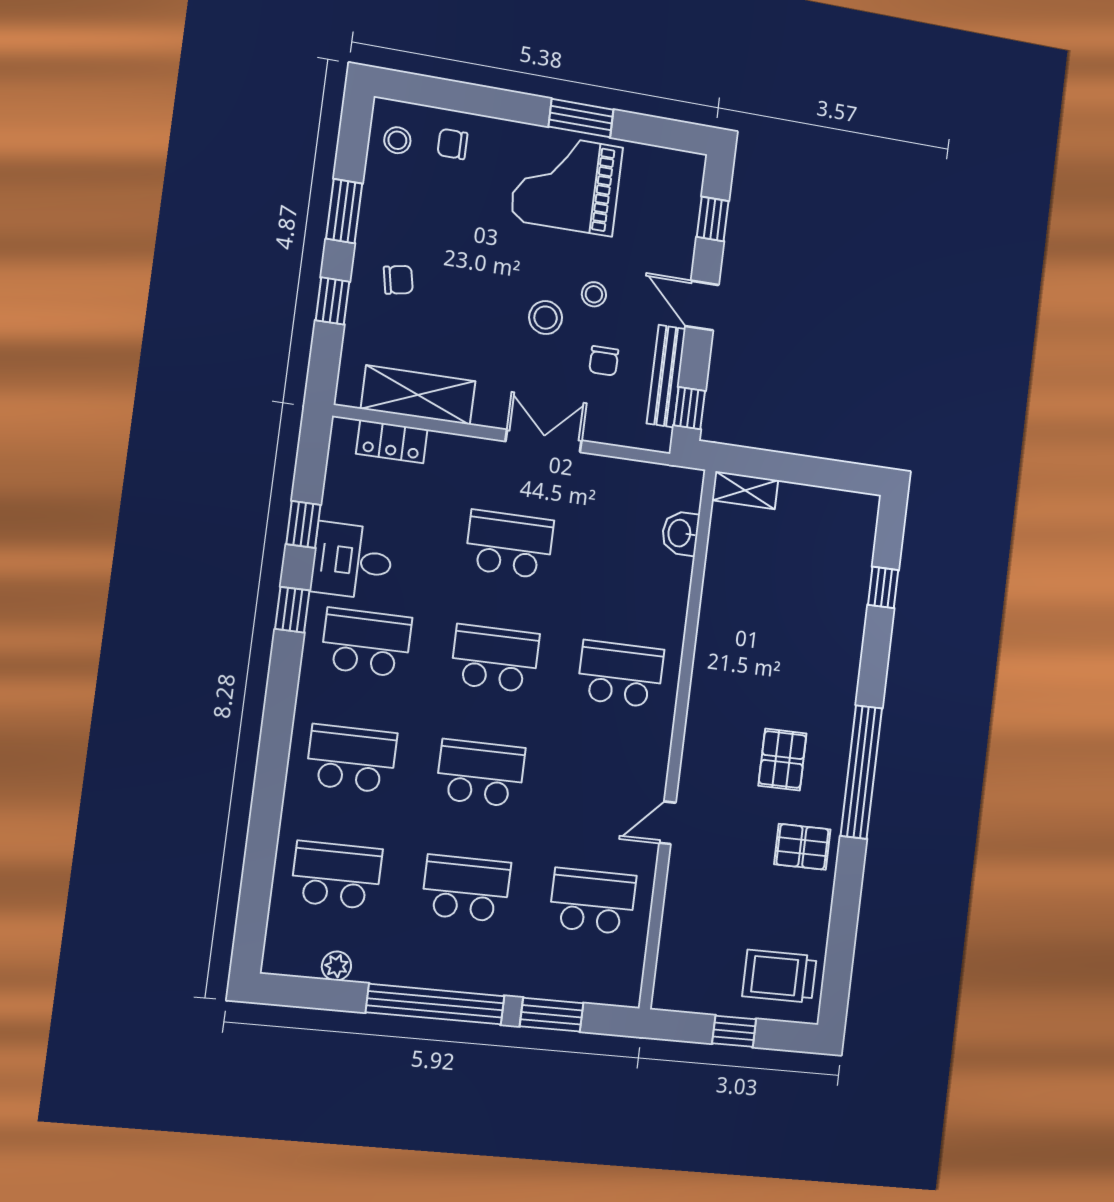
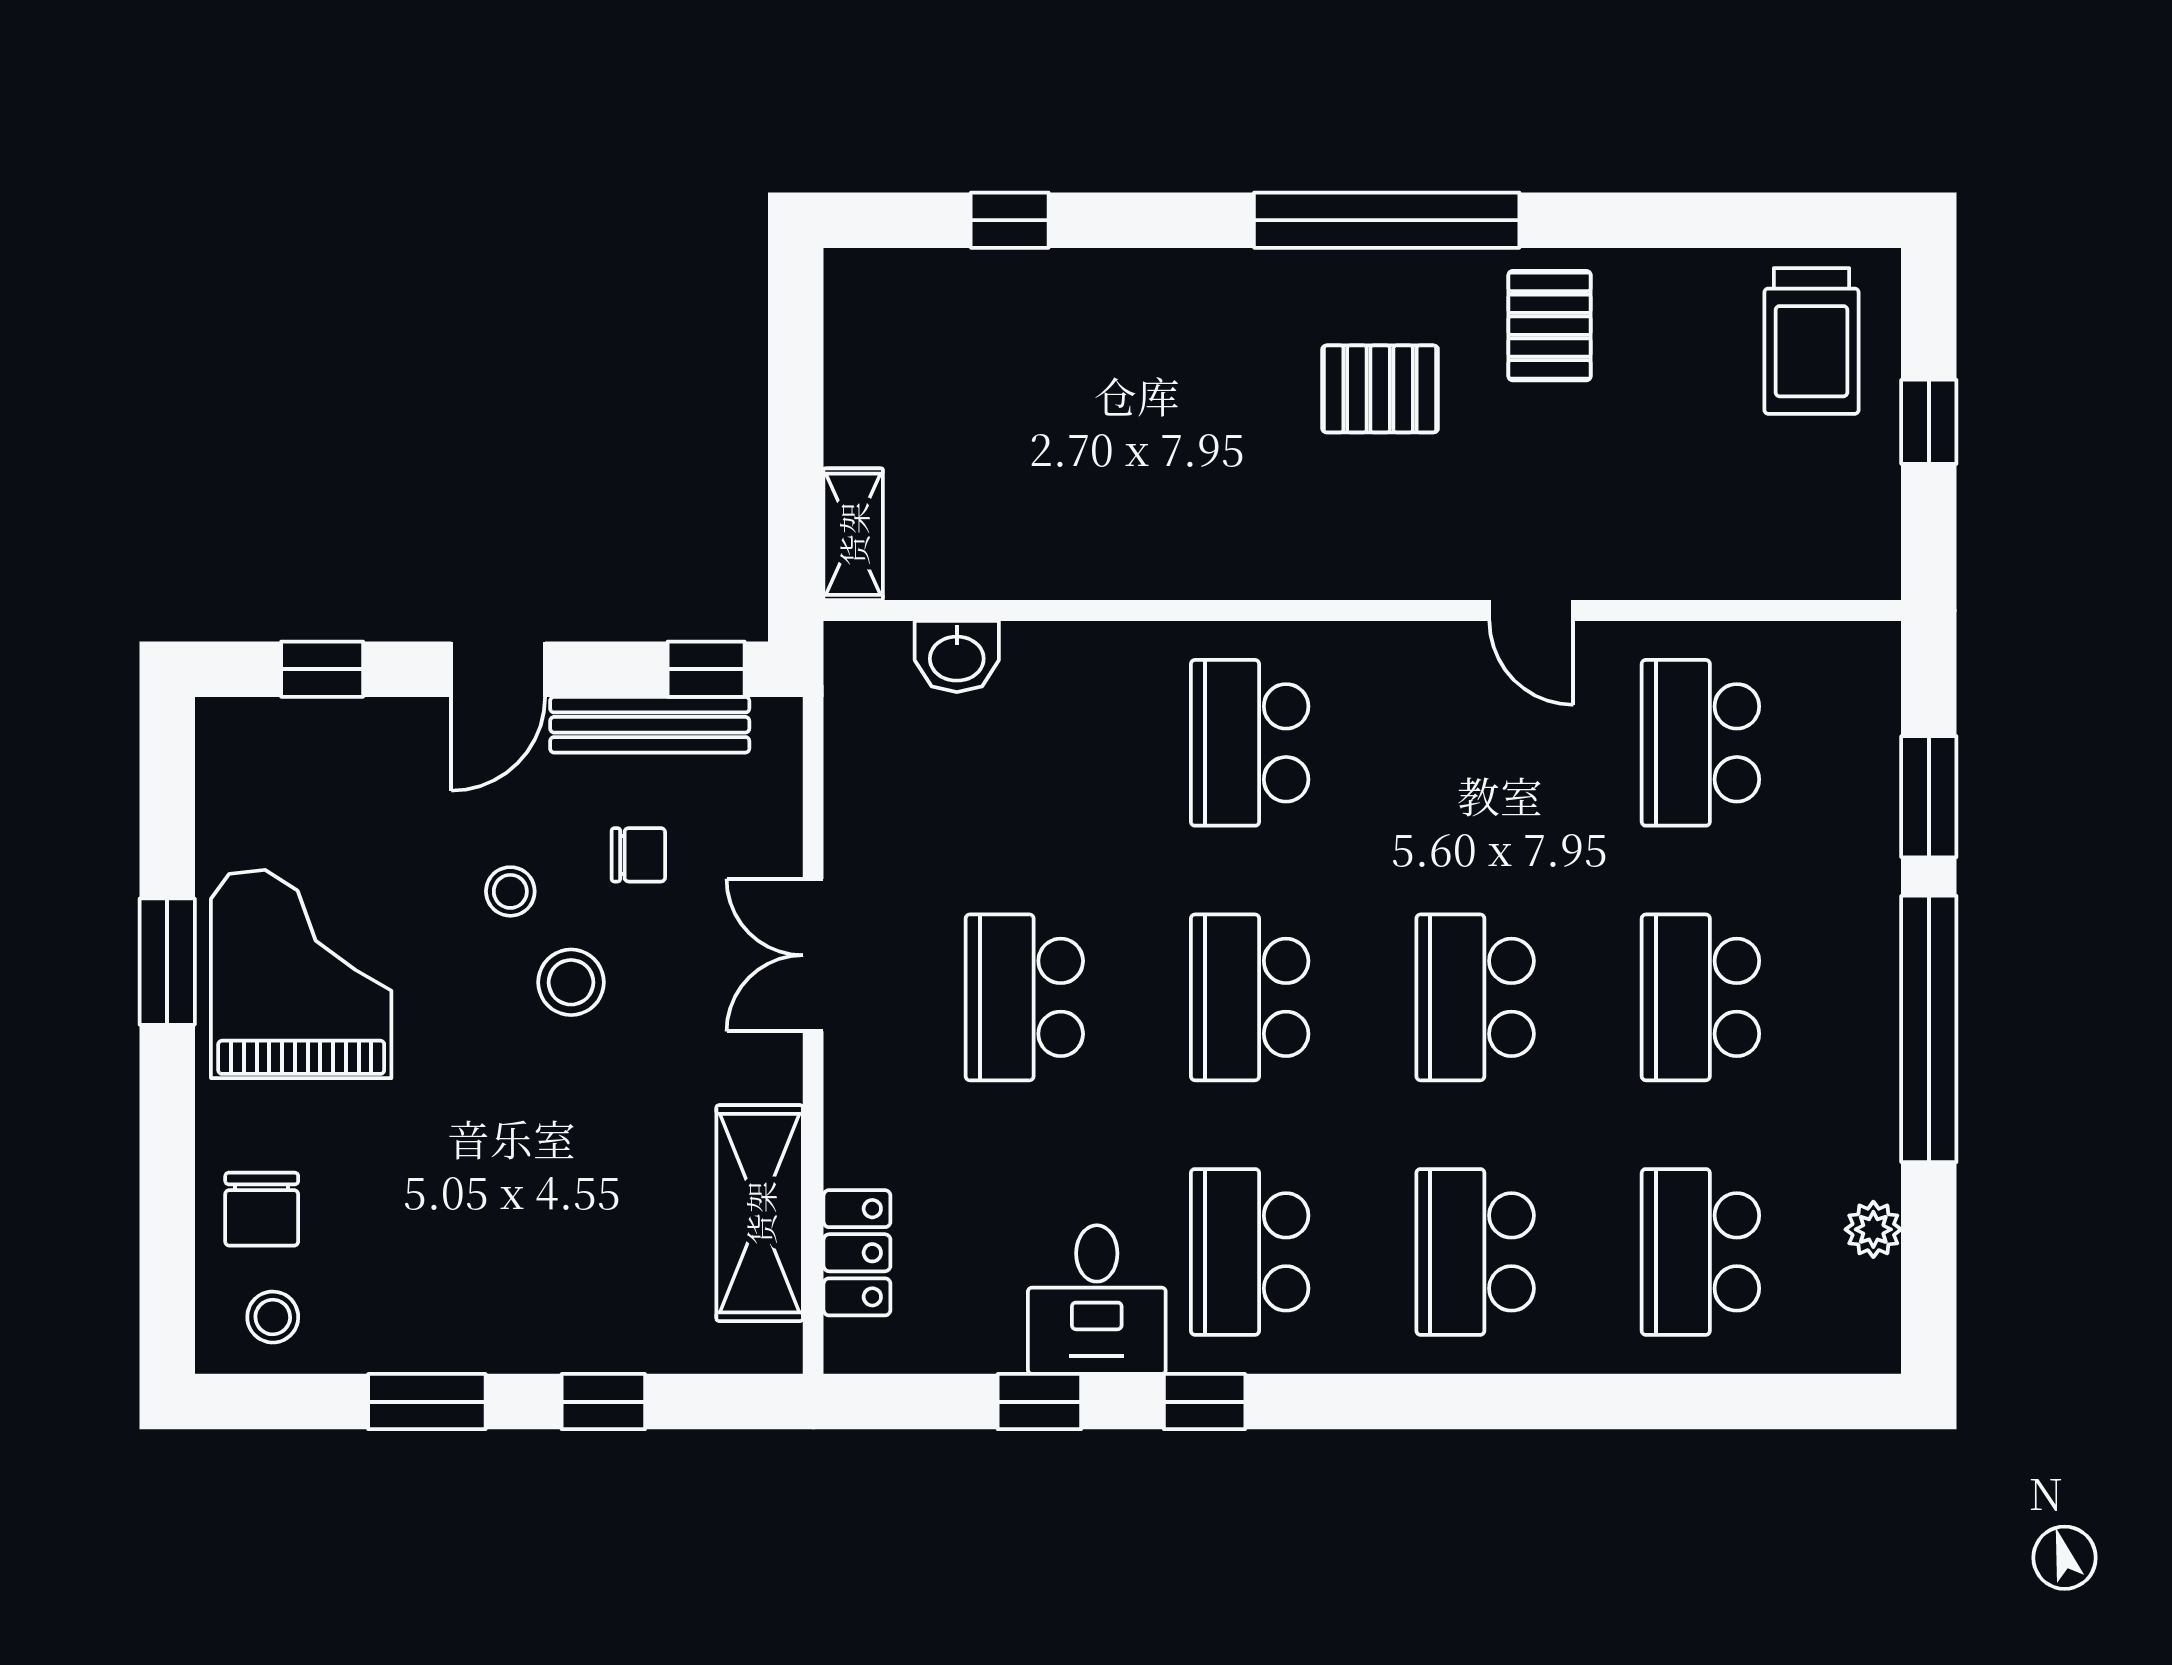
chair: (452, 144) -> (262, 1209), width x1.37, depth x1.37
grand piano: (567, 184) -> (301, 974), turned 180
chair: (398, 280) -> (543, 1280), removed

